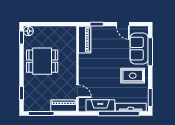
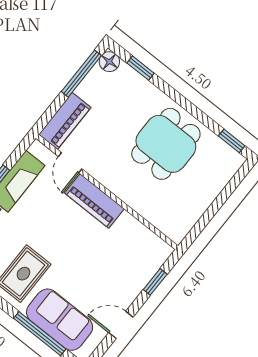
floor lamp: (28, 31) -> (109, 62), moved
piano: (85, 40) -> (94, 201), moved
door: (78, 91) -> (70, 163), hinge flipped

